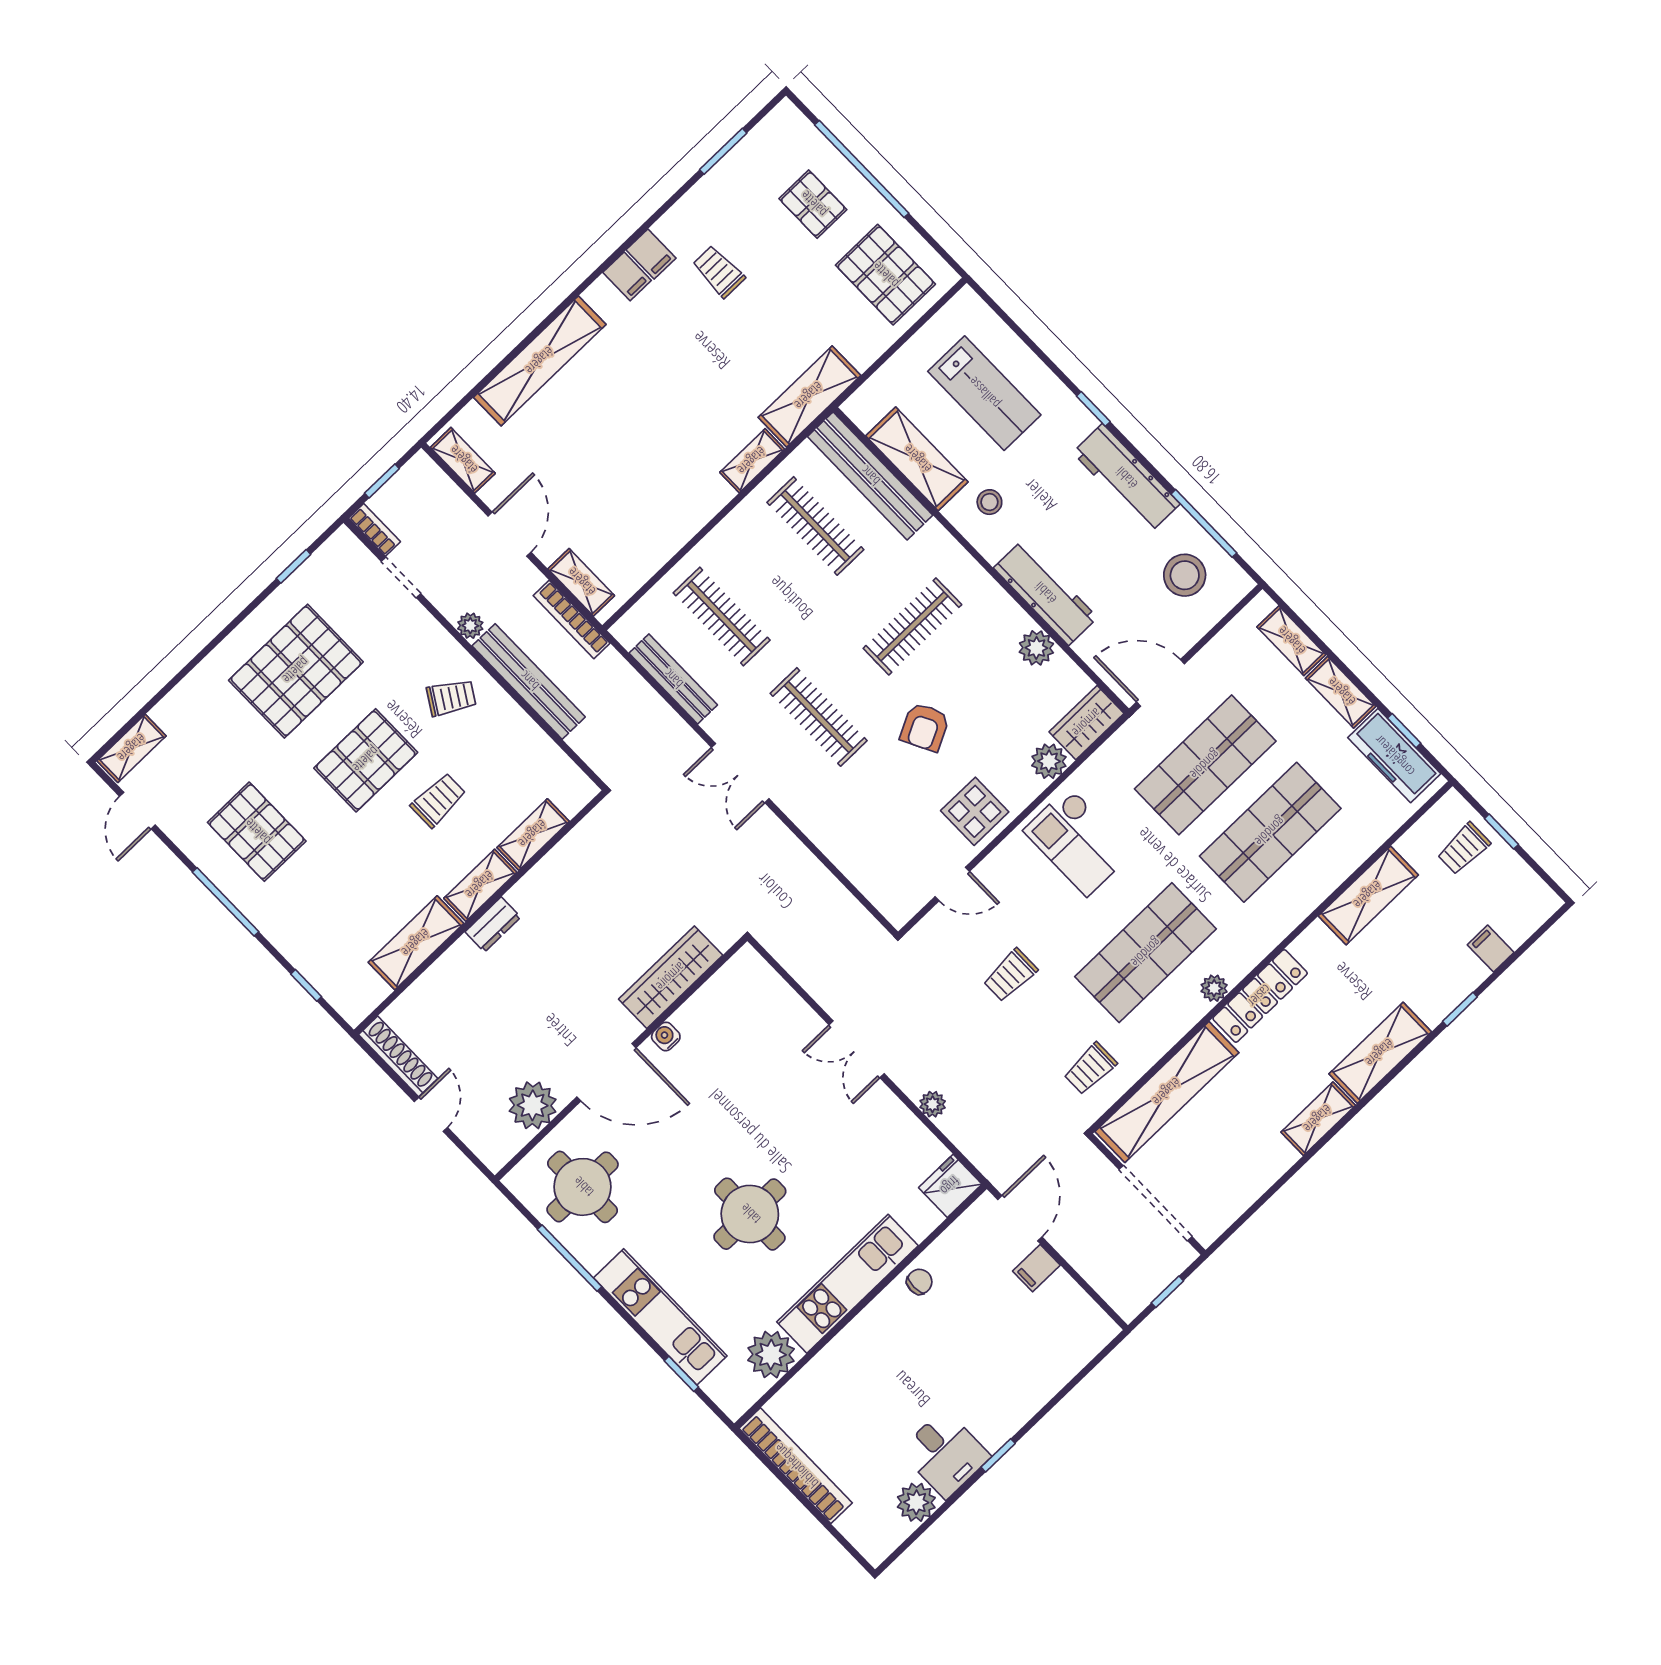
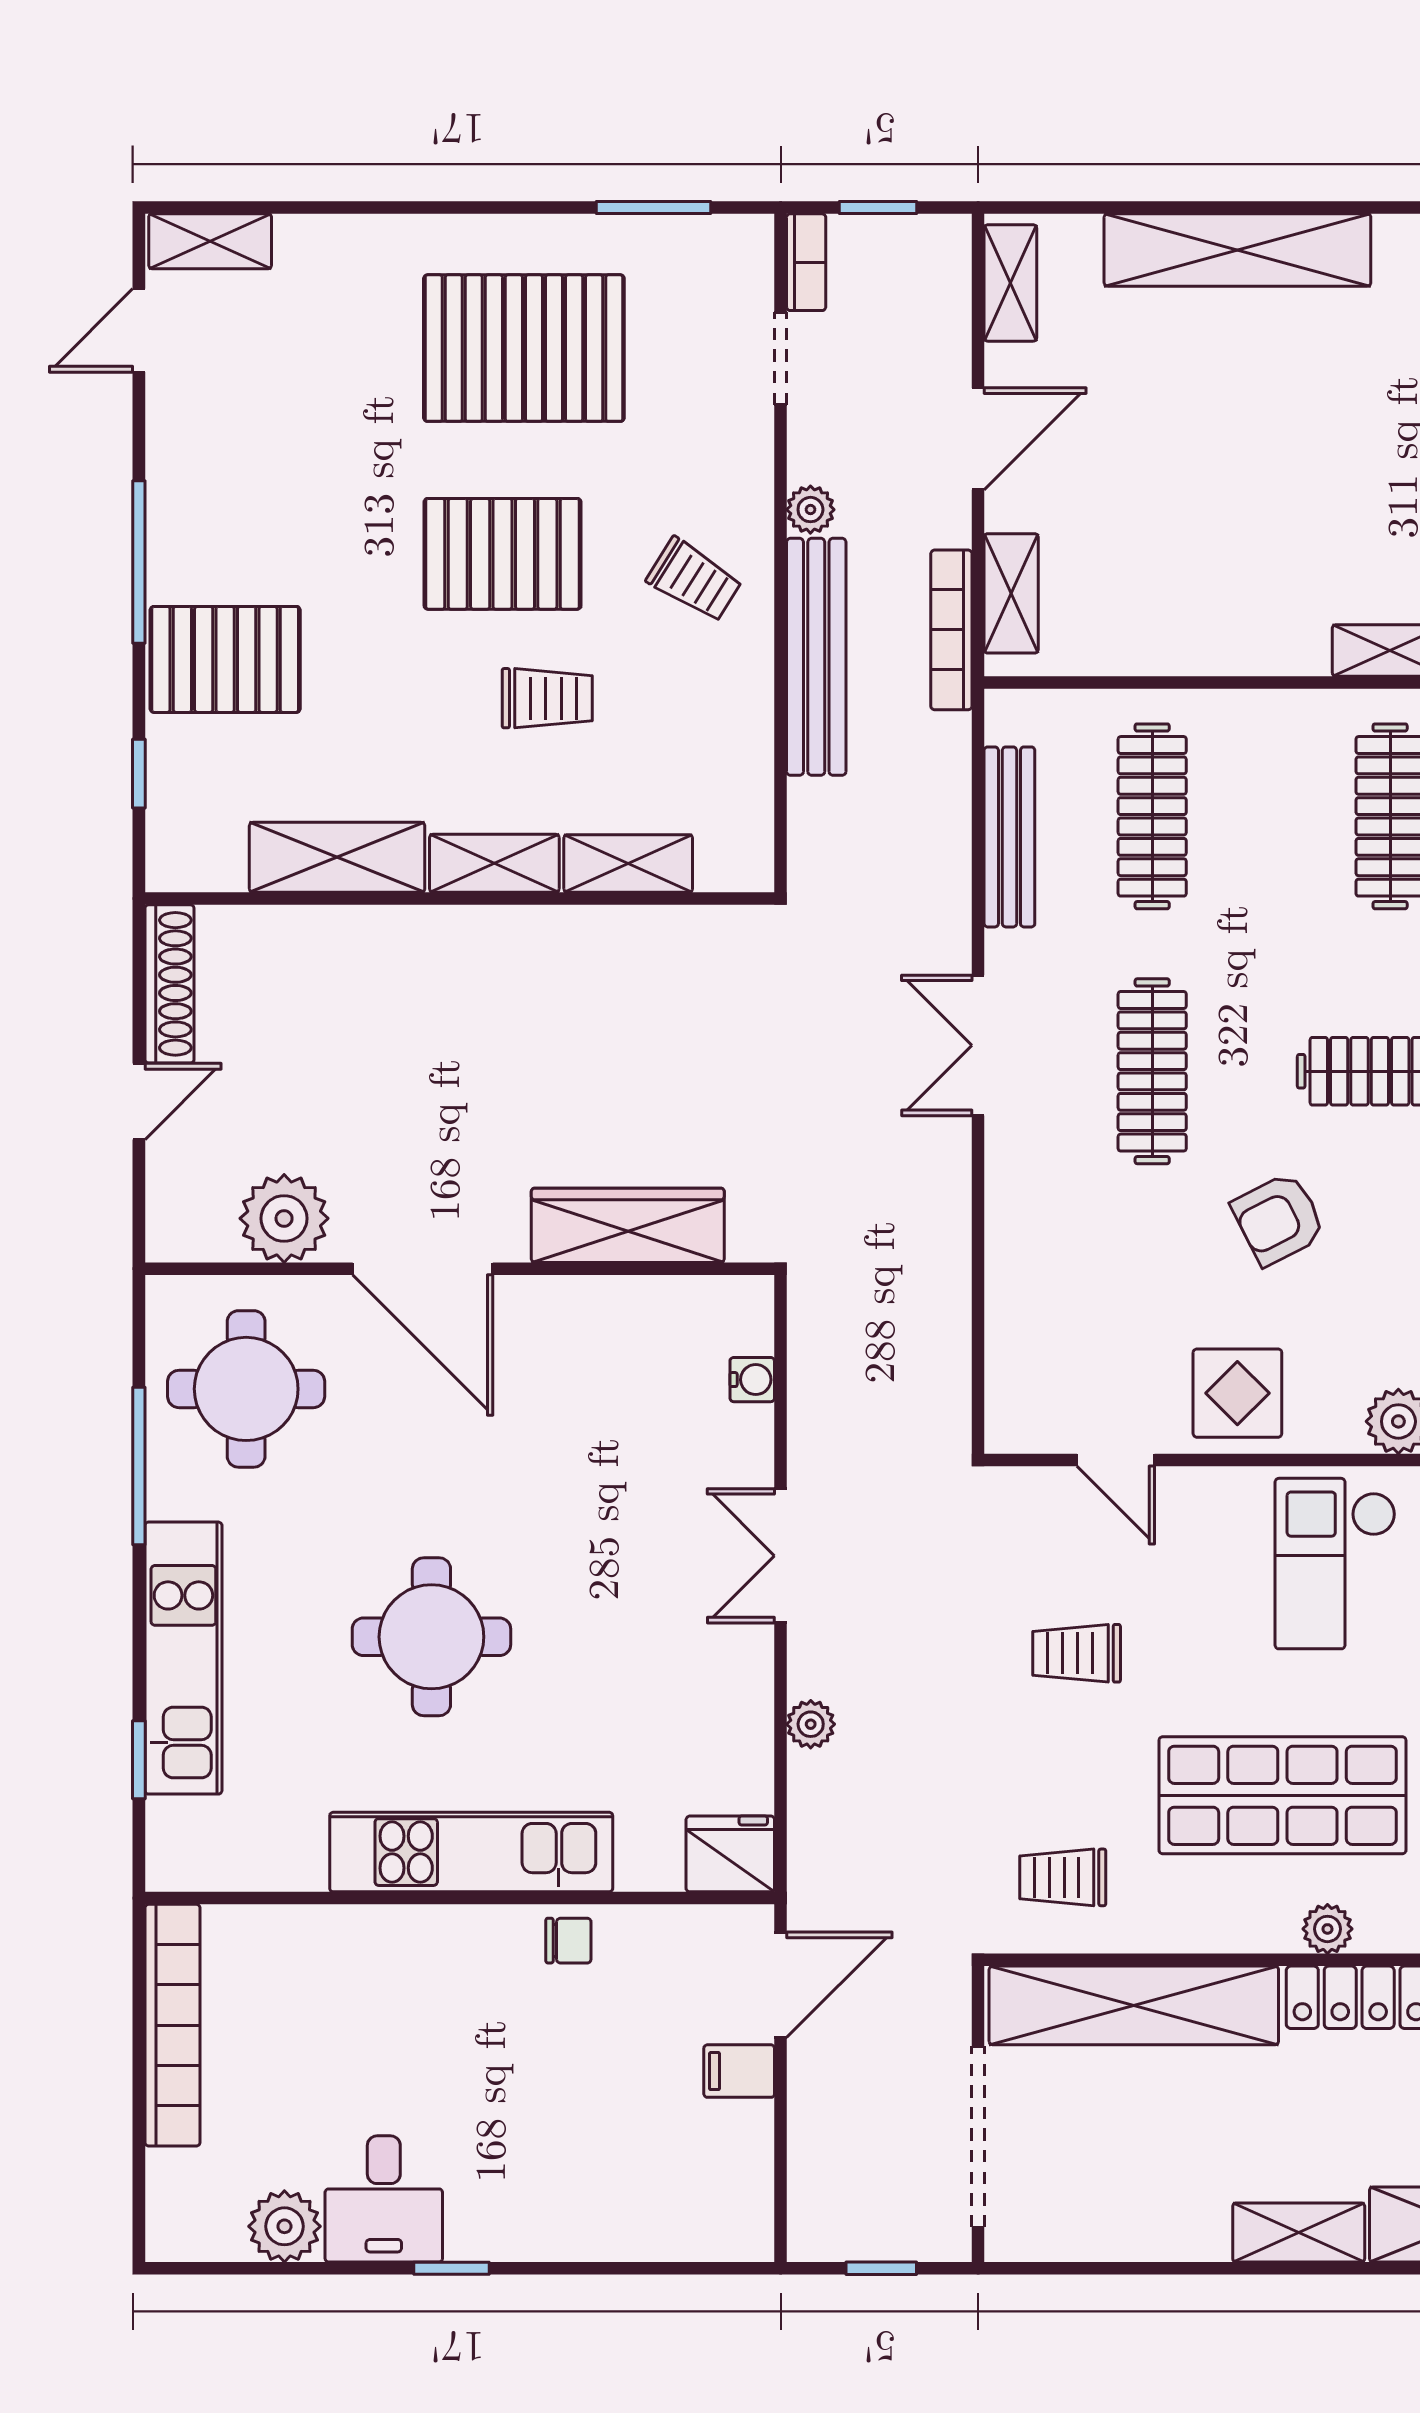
window: (293, 566) -> (653, 207), width x1.50
pallet: (257, 832) -> (225, 659), moved, turned 90
dresser: (493, 925) -> (461, 931), removed
water cooler: (666, 1037) -> (752, 1380), moved, turned 90
plant: (771, 1355) -> (281, 1848), removed

